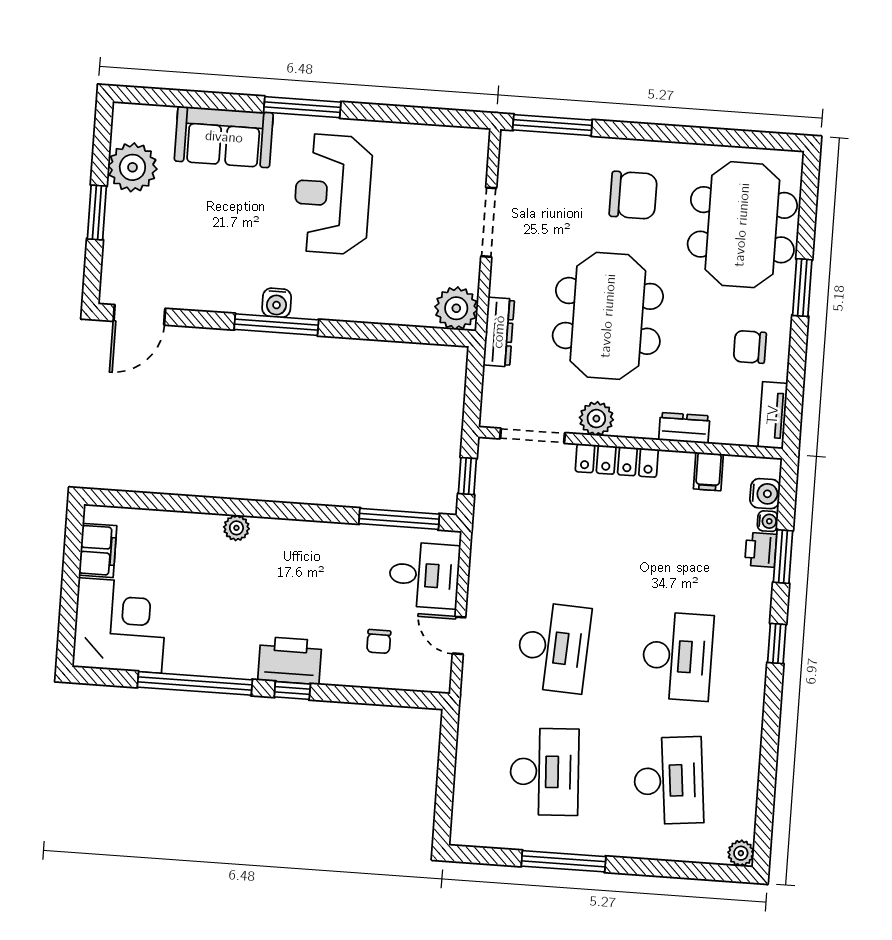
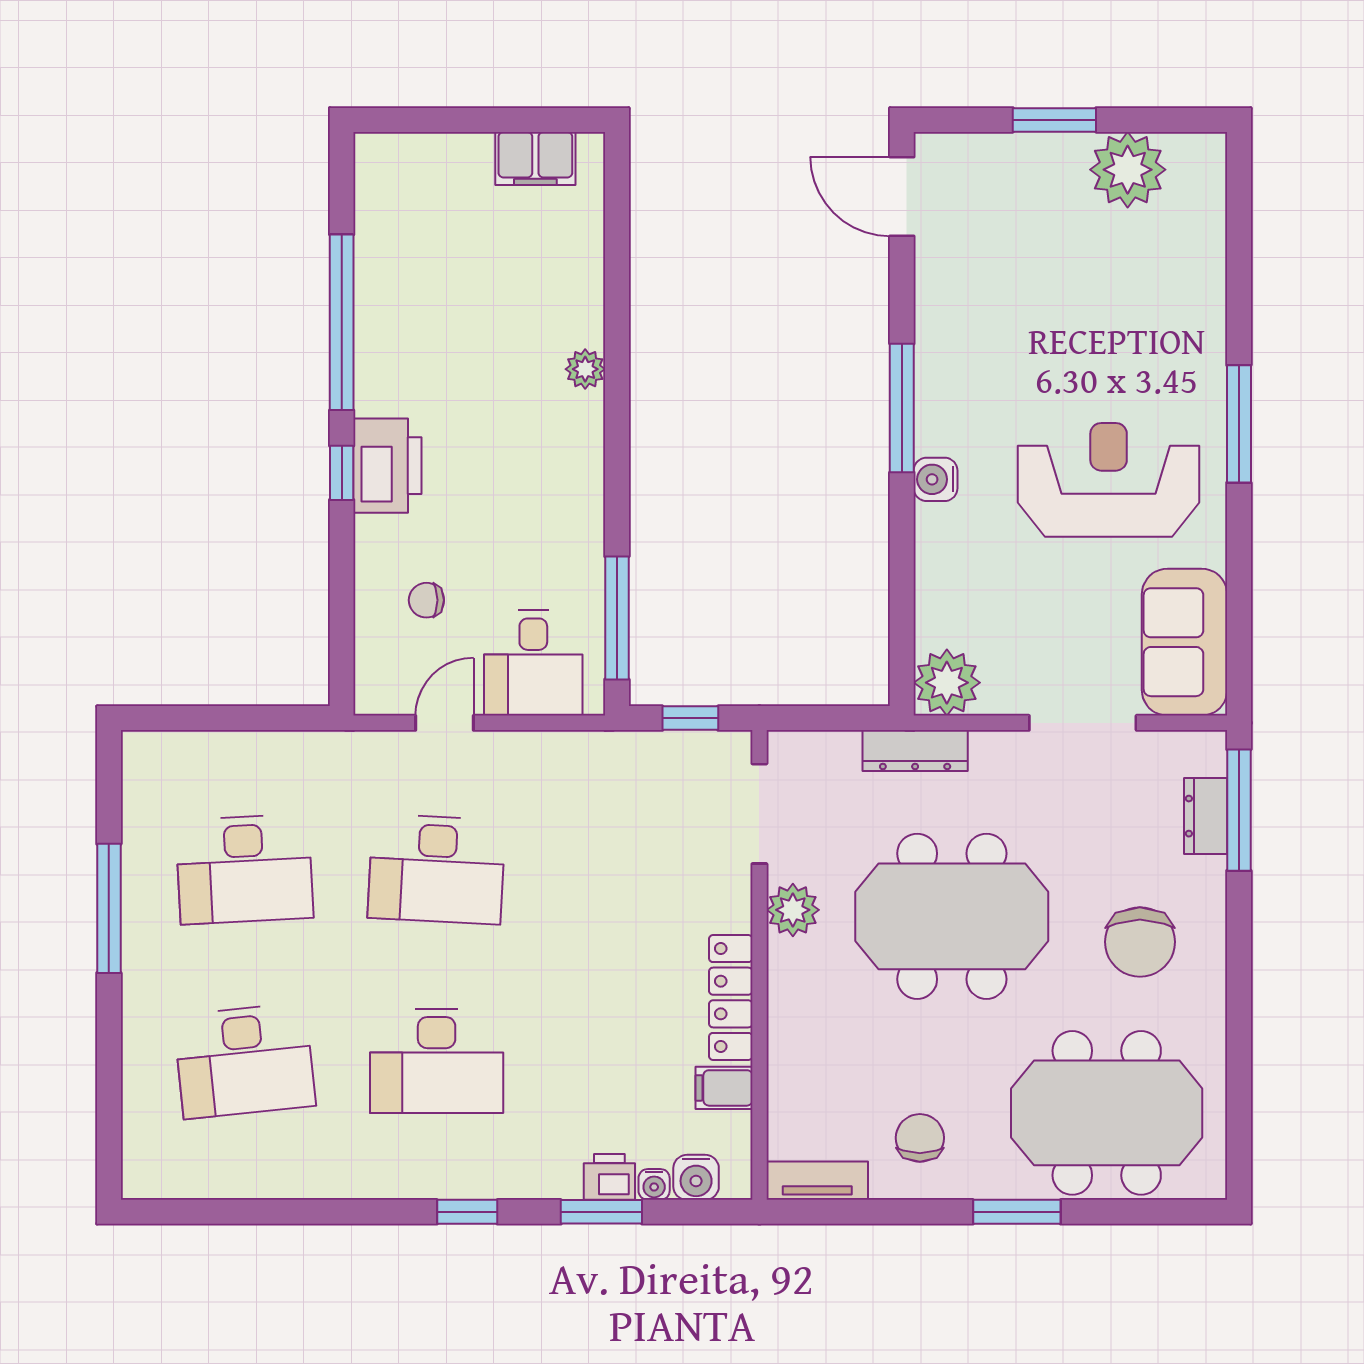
sofa: (224, 137) -> (1185, 642), moved
water cooler: (277, 303) -> (936, 479), moved
dresser: (684, 428) -> (1206, 816), moved, turned 180
locker: (617, 460) -> (731, 997), moved
corner desk: (120, 625) -> (423, 201), removed
plant: (741, 853) -> (141, 1180), removed

